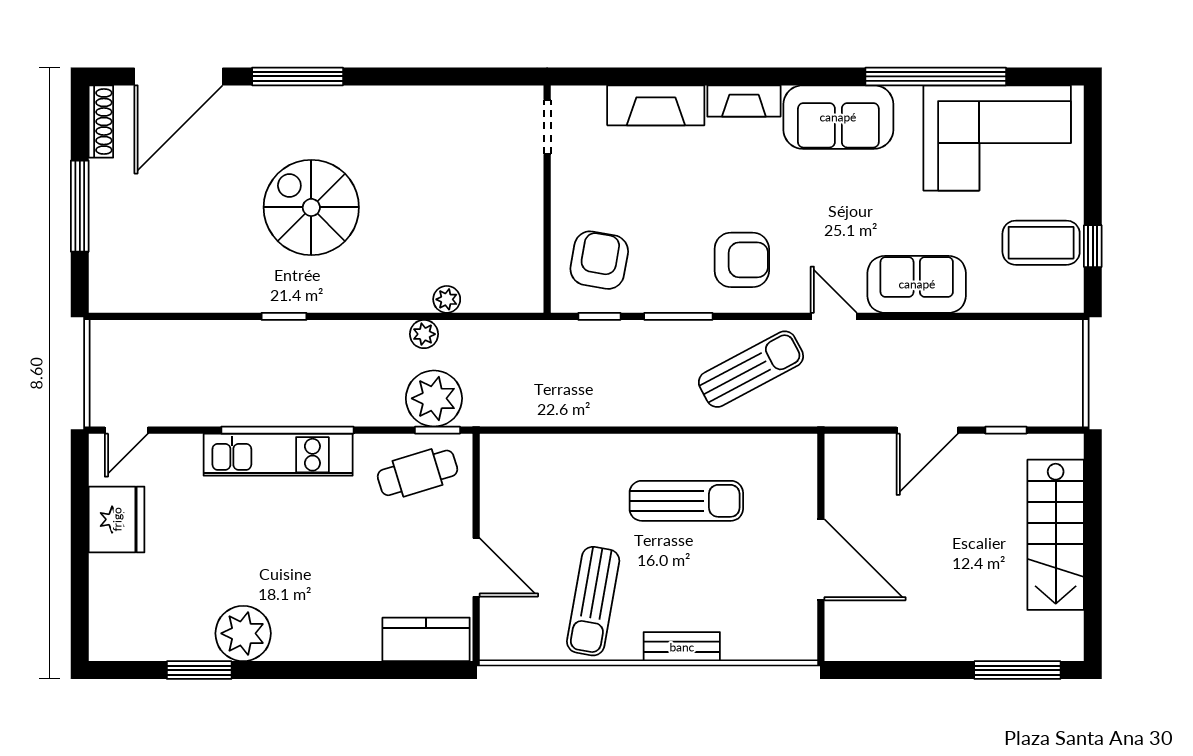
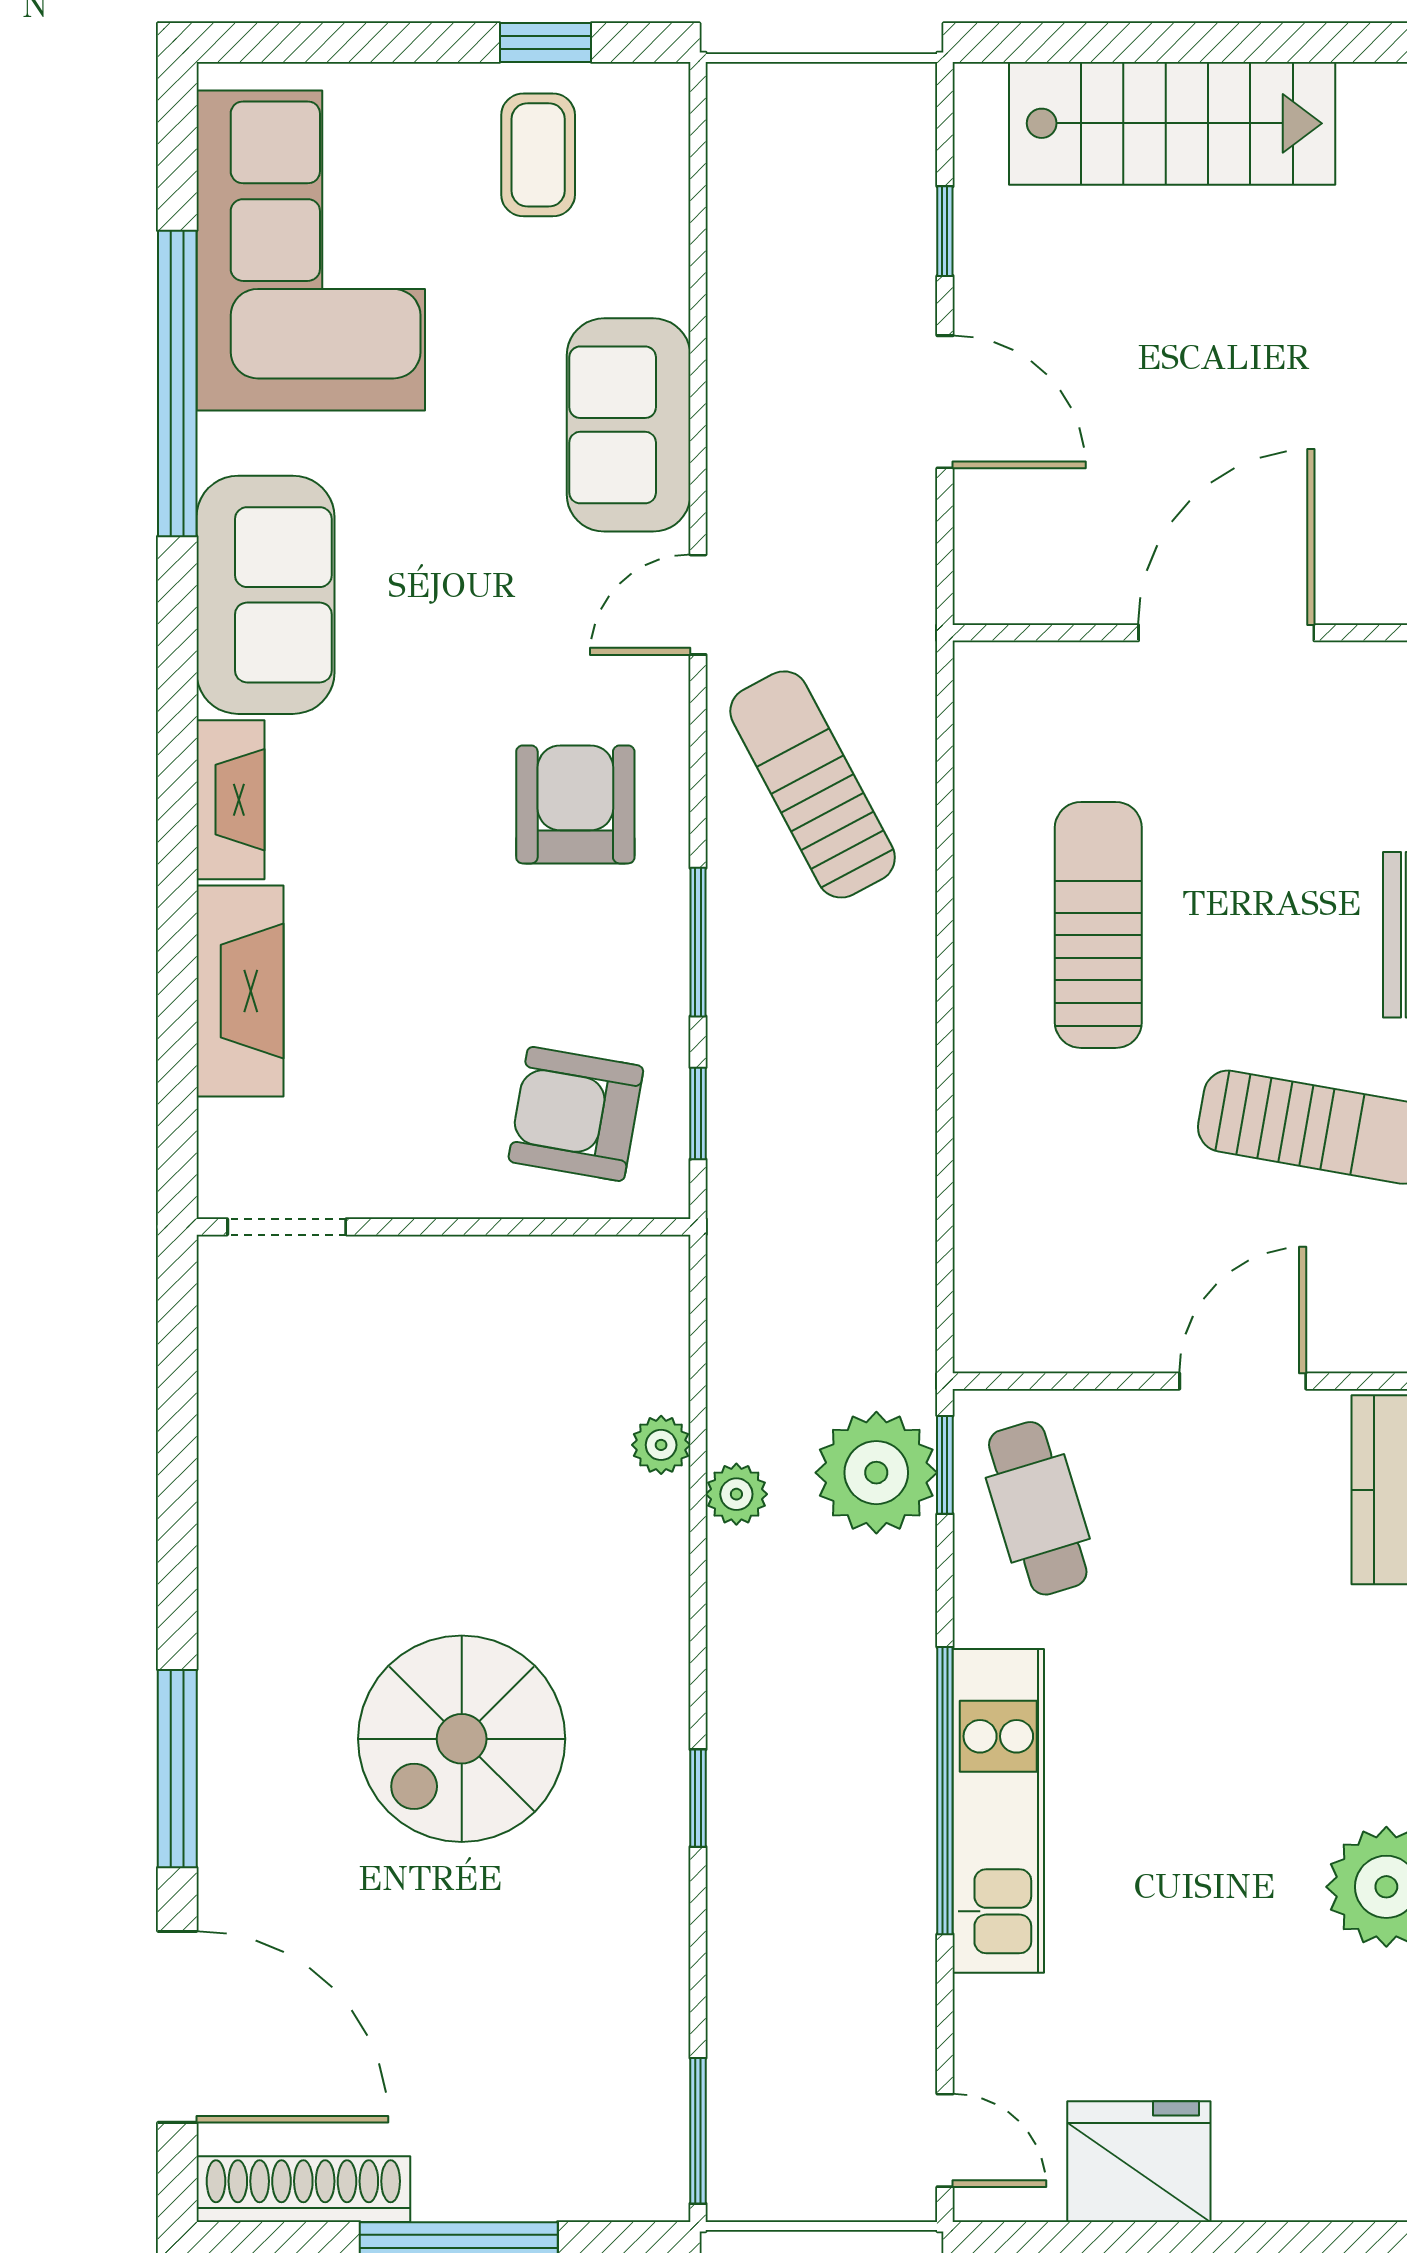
shoe rack: (101, 121) -> (303, 2189), width x1.36, depth x1.24
coffee table: (1041, 243) -> (538, 155), width x0.73, depth x0.77
window: (131, 316) -> (698, 2131), added

